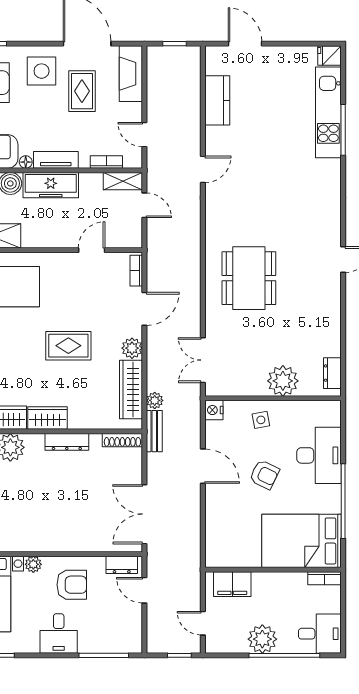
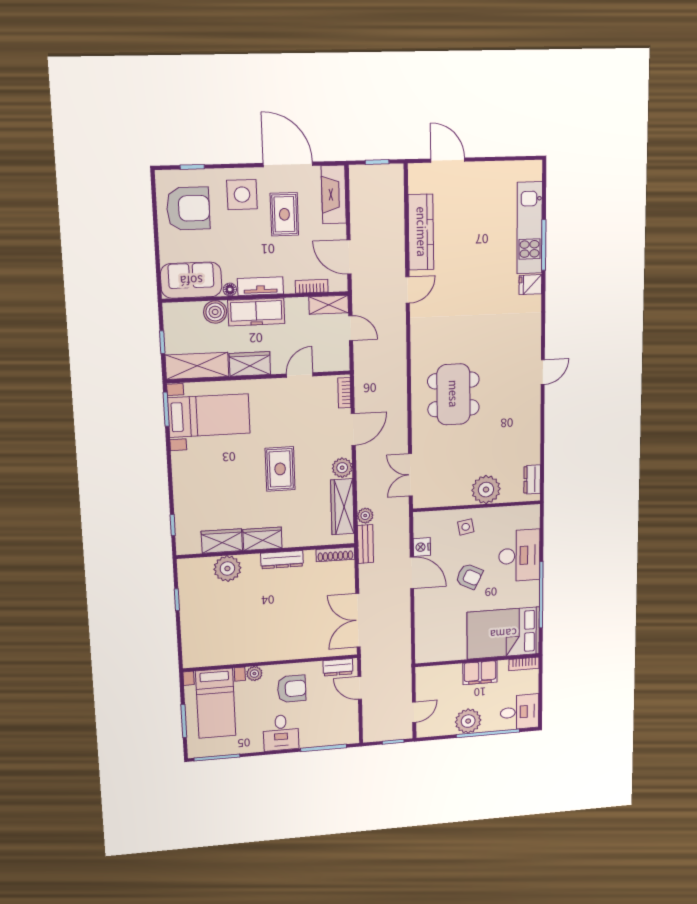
fridge: (330, 56) -> (530, 285), moved
kitchen counter: (217, 100) -> (421, 232), width x1.50
door: (144, 135) -> (349, 257), width x1.38
wardrobe: (42, 237) -> (250, 364), added
rug: (68, 346) -> (280, 469), turned 90
nightstand: (214, 410) -> (422, 547), moved
filing cabinet: (232, 584) -> (480, 673), moved
door: (203, 623) -> (414, 712), swing flipped

